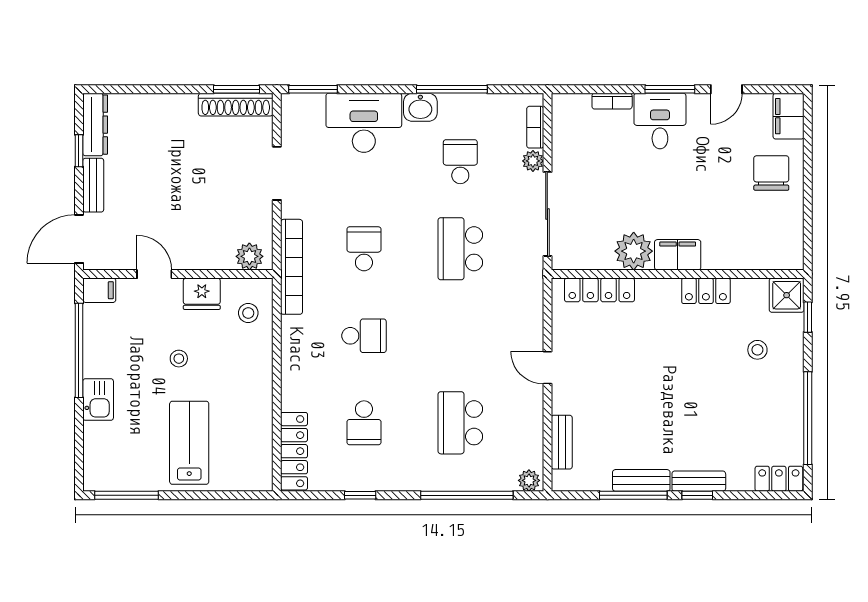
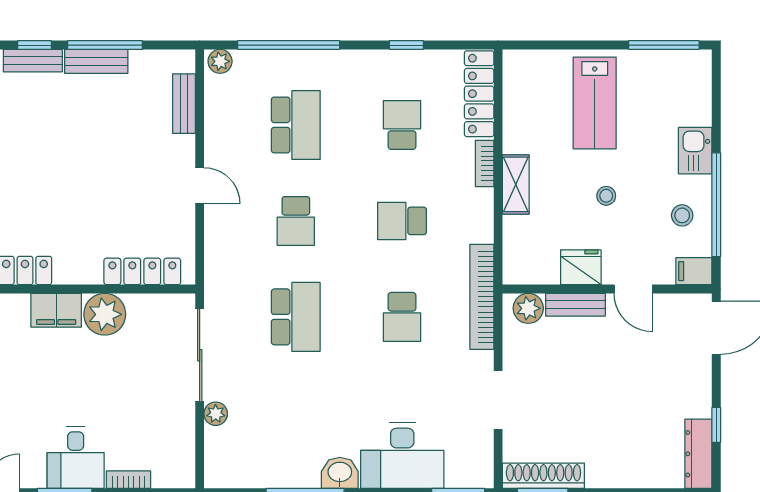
bookcase: (535, 127) -> (485, 163), moved, turned 180
school desk: (460, 162) -> (296, 221), moved
bench: (93, 185) -> (575, 305), moved, turned 90
stool: (248, 313) -> (682, 215), moved
shelving: (261, 369) -> (516, 184), added

